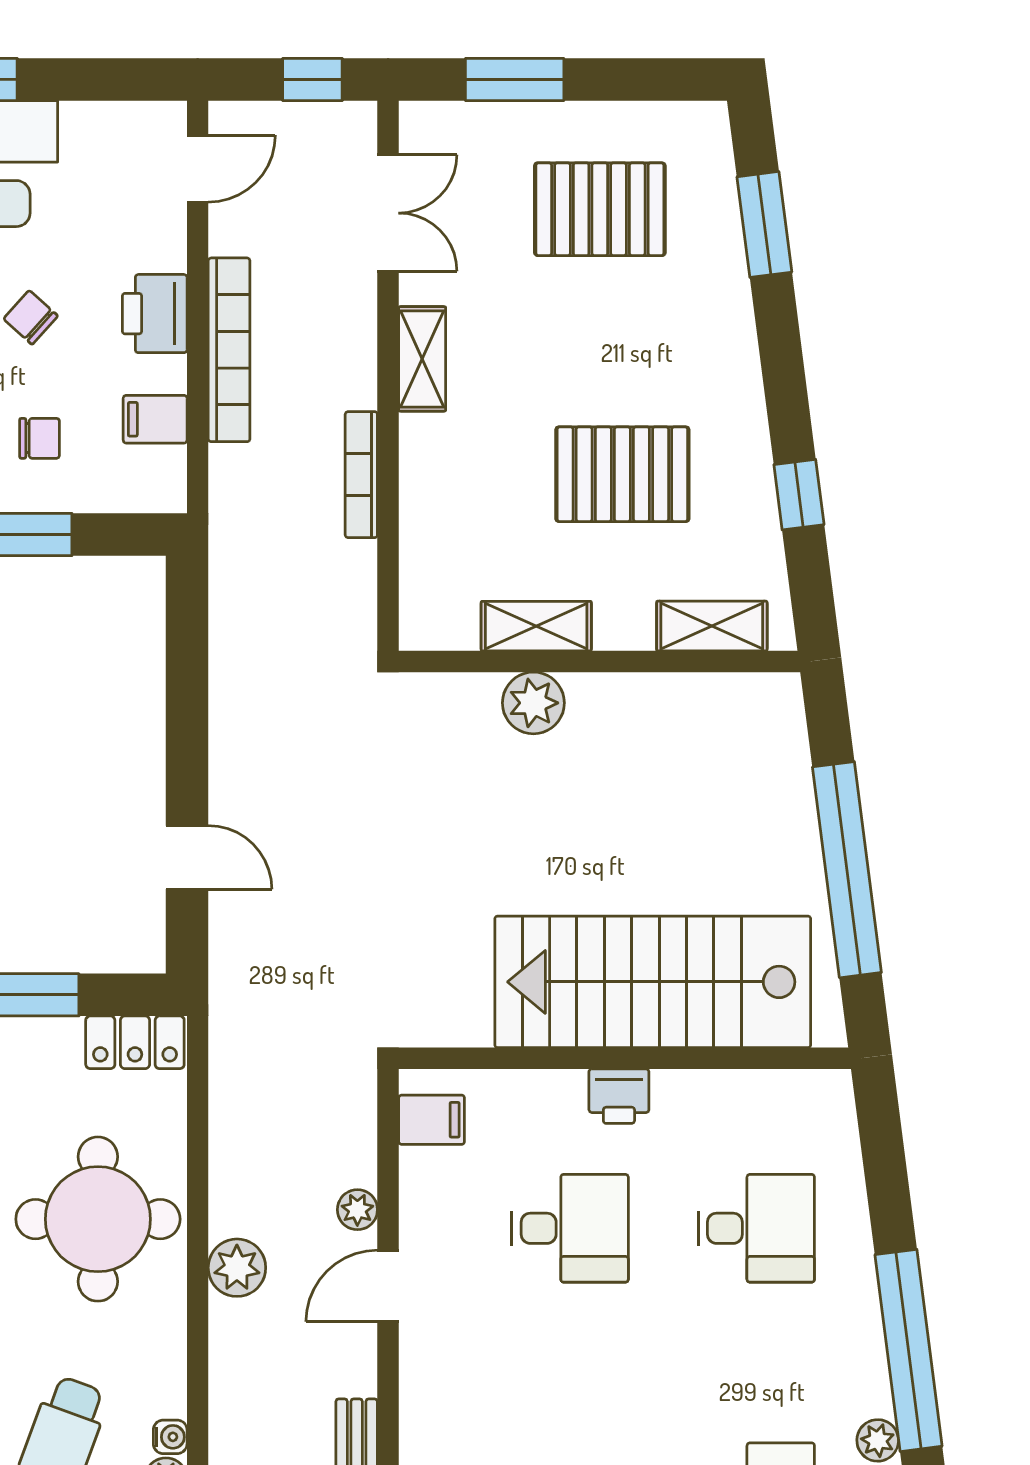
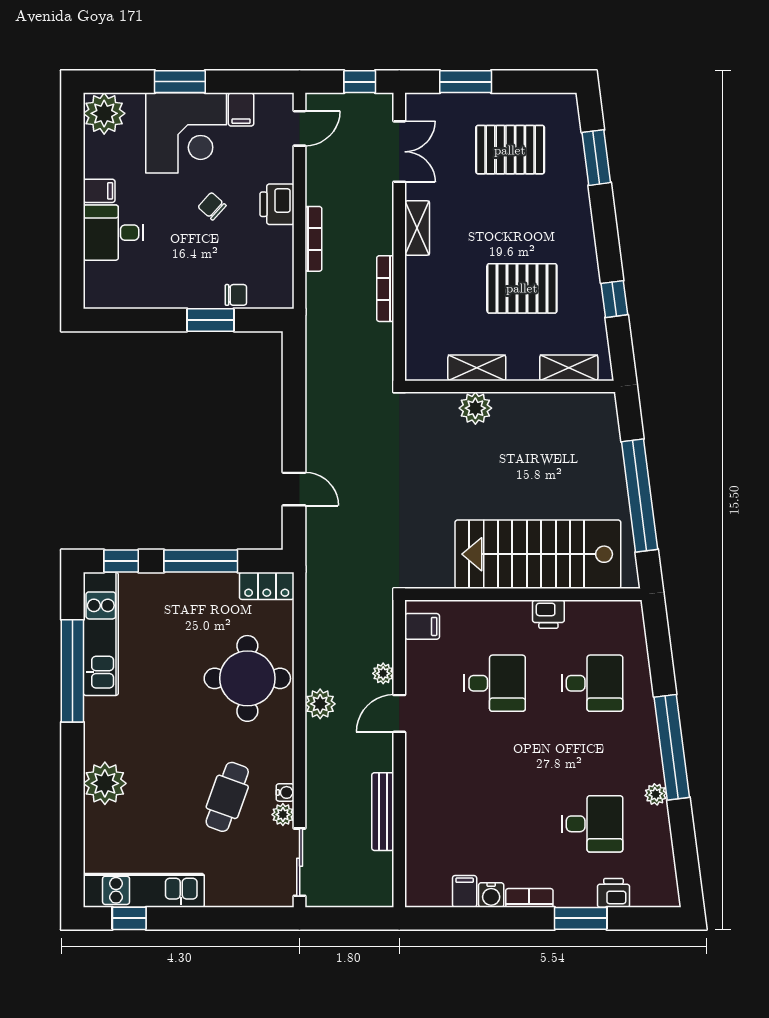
bookcase: (229, 350) -> (313, 239), width x0.68, depth x0.76
filing cabinet: (155, 419) -> (241, 109), moved, turned -90
chair: (40, 438) -> (236, 295), moved
printer: (619, 1096) -> (548, 614), moved

